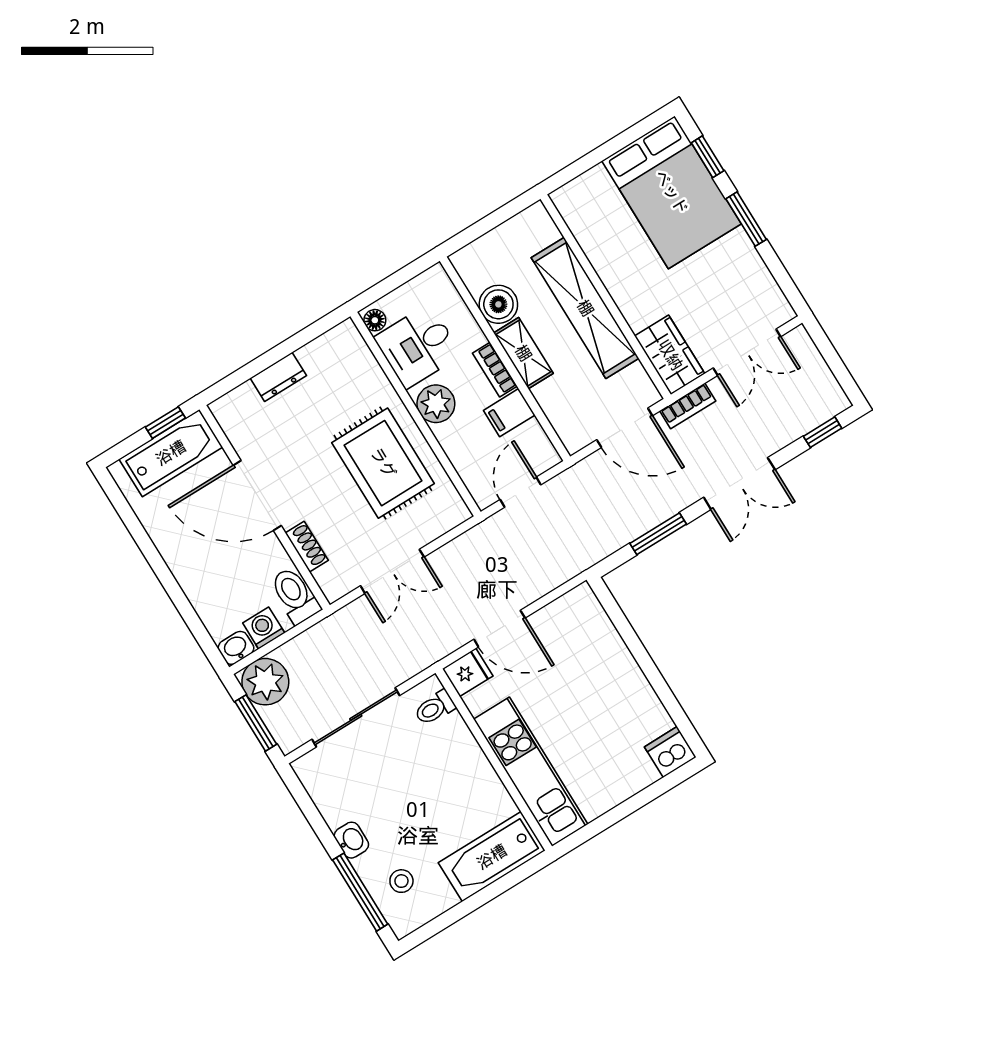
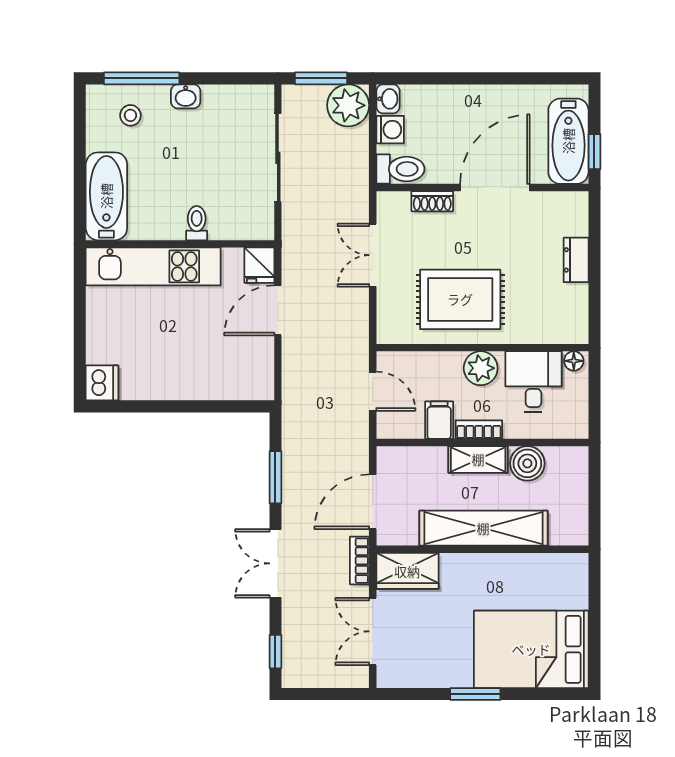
window: (708, 157) -> (541, 694), removed
toilet: (435, 708) -> (197, 223), moved

